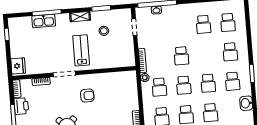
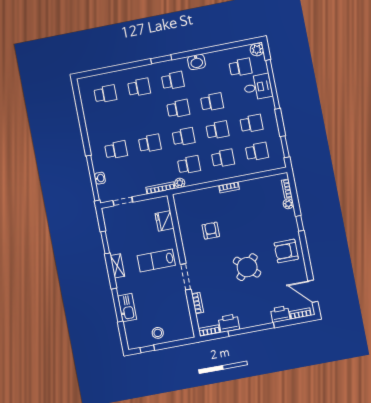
school desk: (203, 24) -> (116, 150), moved
stool: (104, 31) -> (158, 333), moved
fridge: (18, 66) -> (165, 221), moved, turned -90
armchair: (87, 96) -> (211, 231), moved

